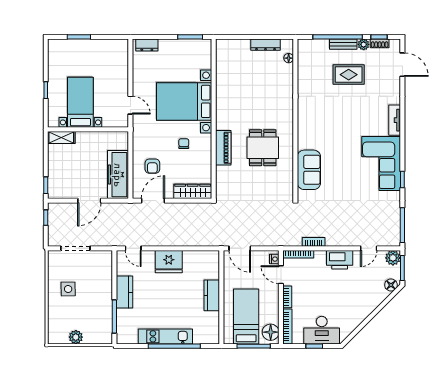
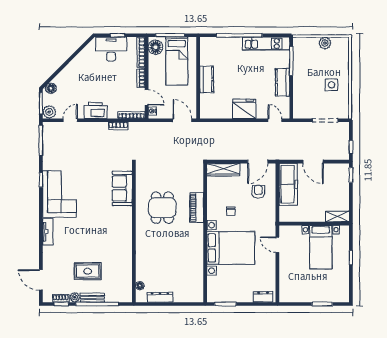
door: (89, 201) -> (313, 162), swing flipped
kitchen unit: (165, 336) -> (266, 44), moved

